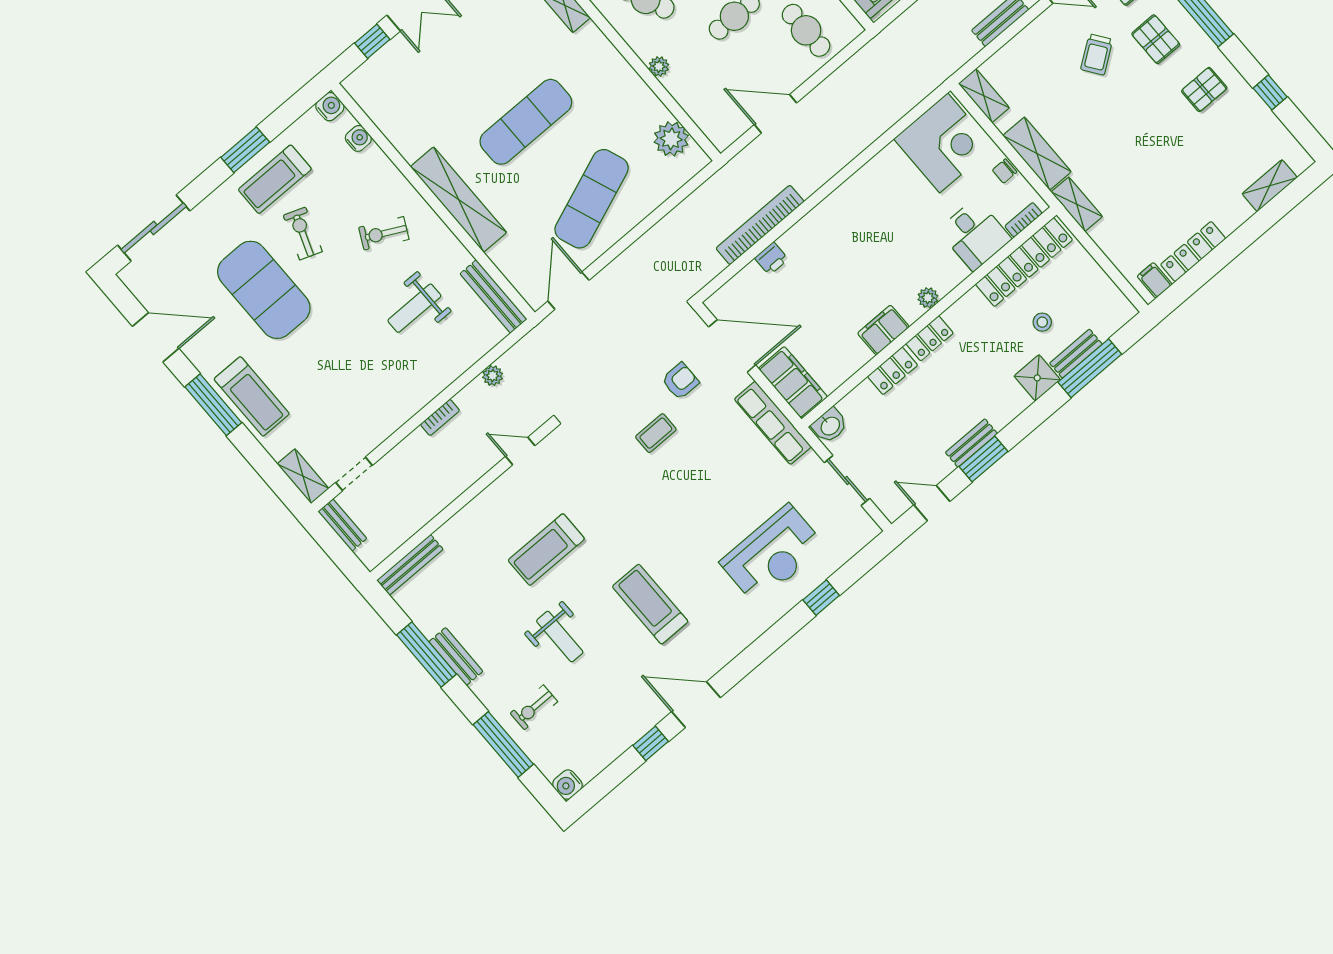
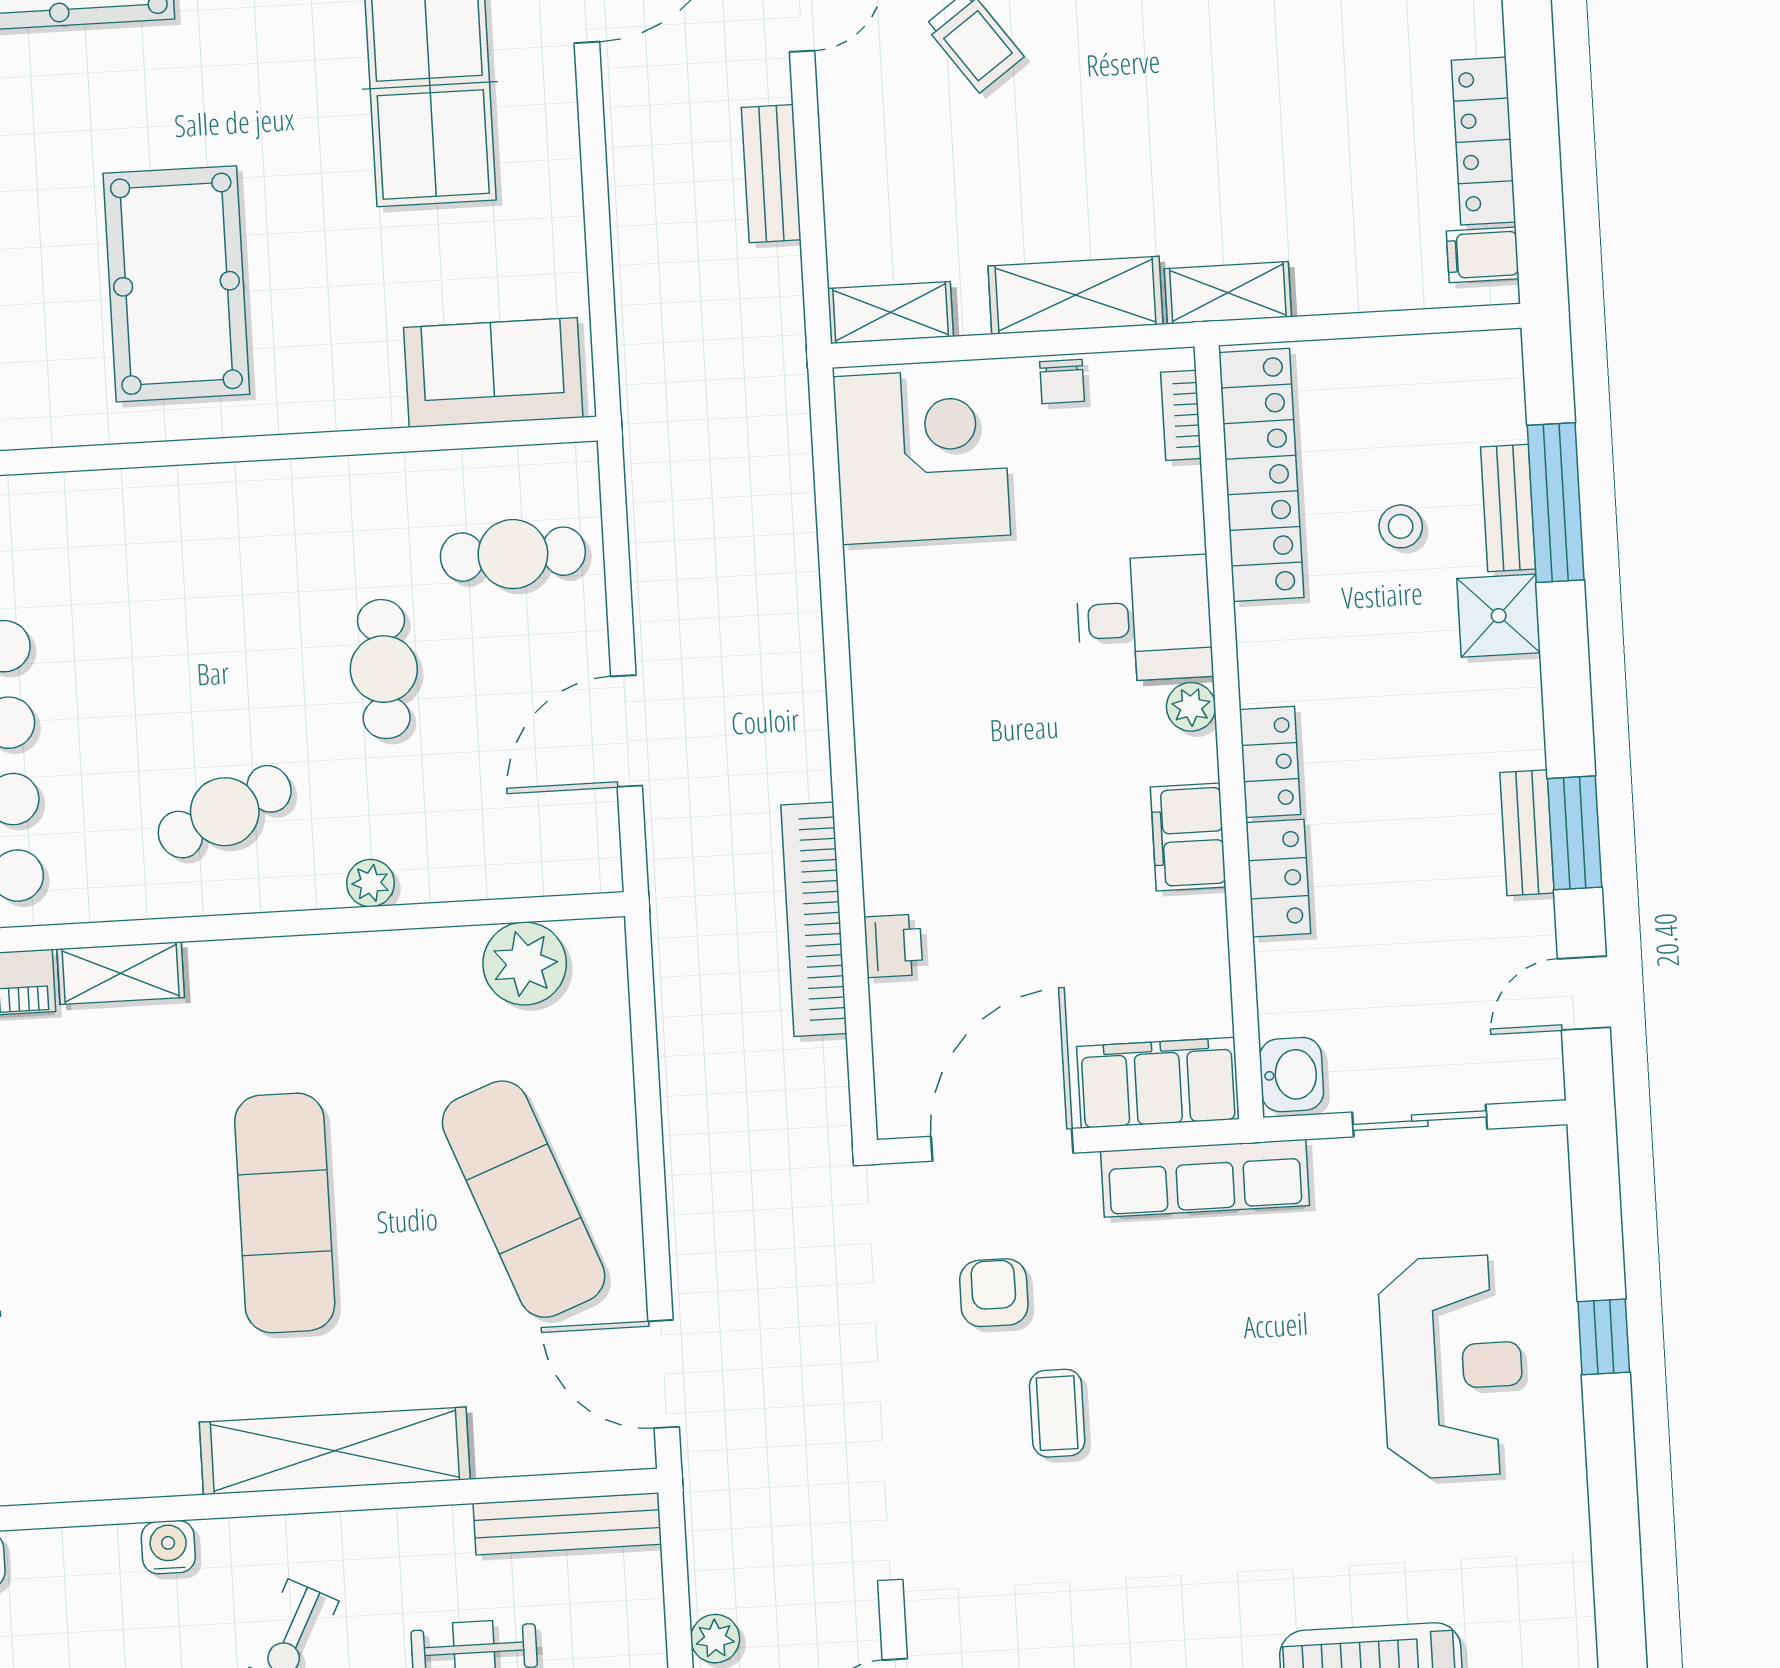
water cooler: (358, 138) -> (168, 1547), moved
desk: (975, 235) -> (1144, 619), moved

